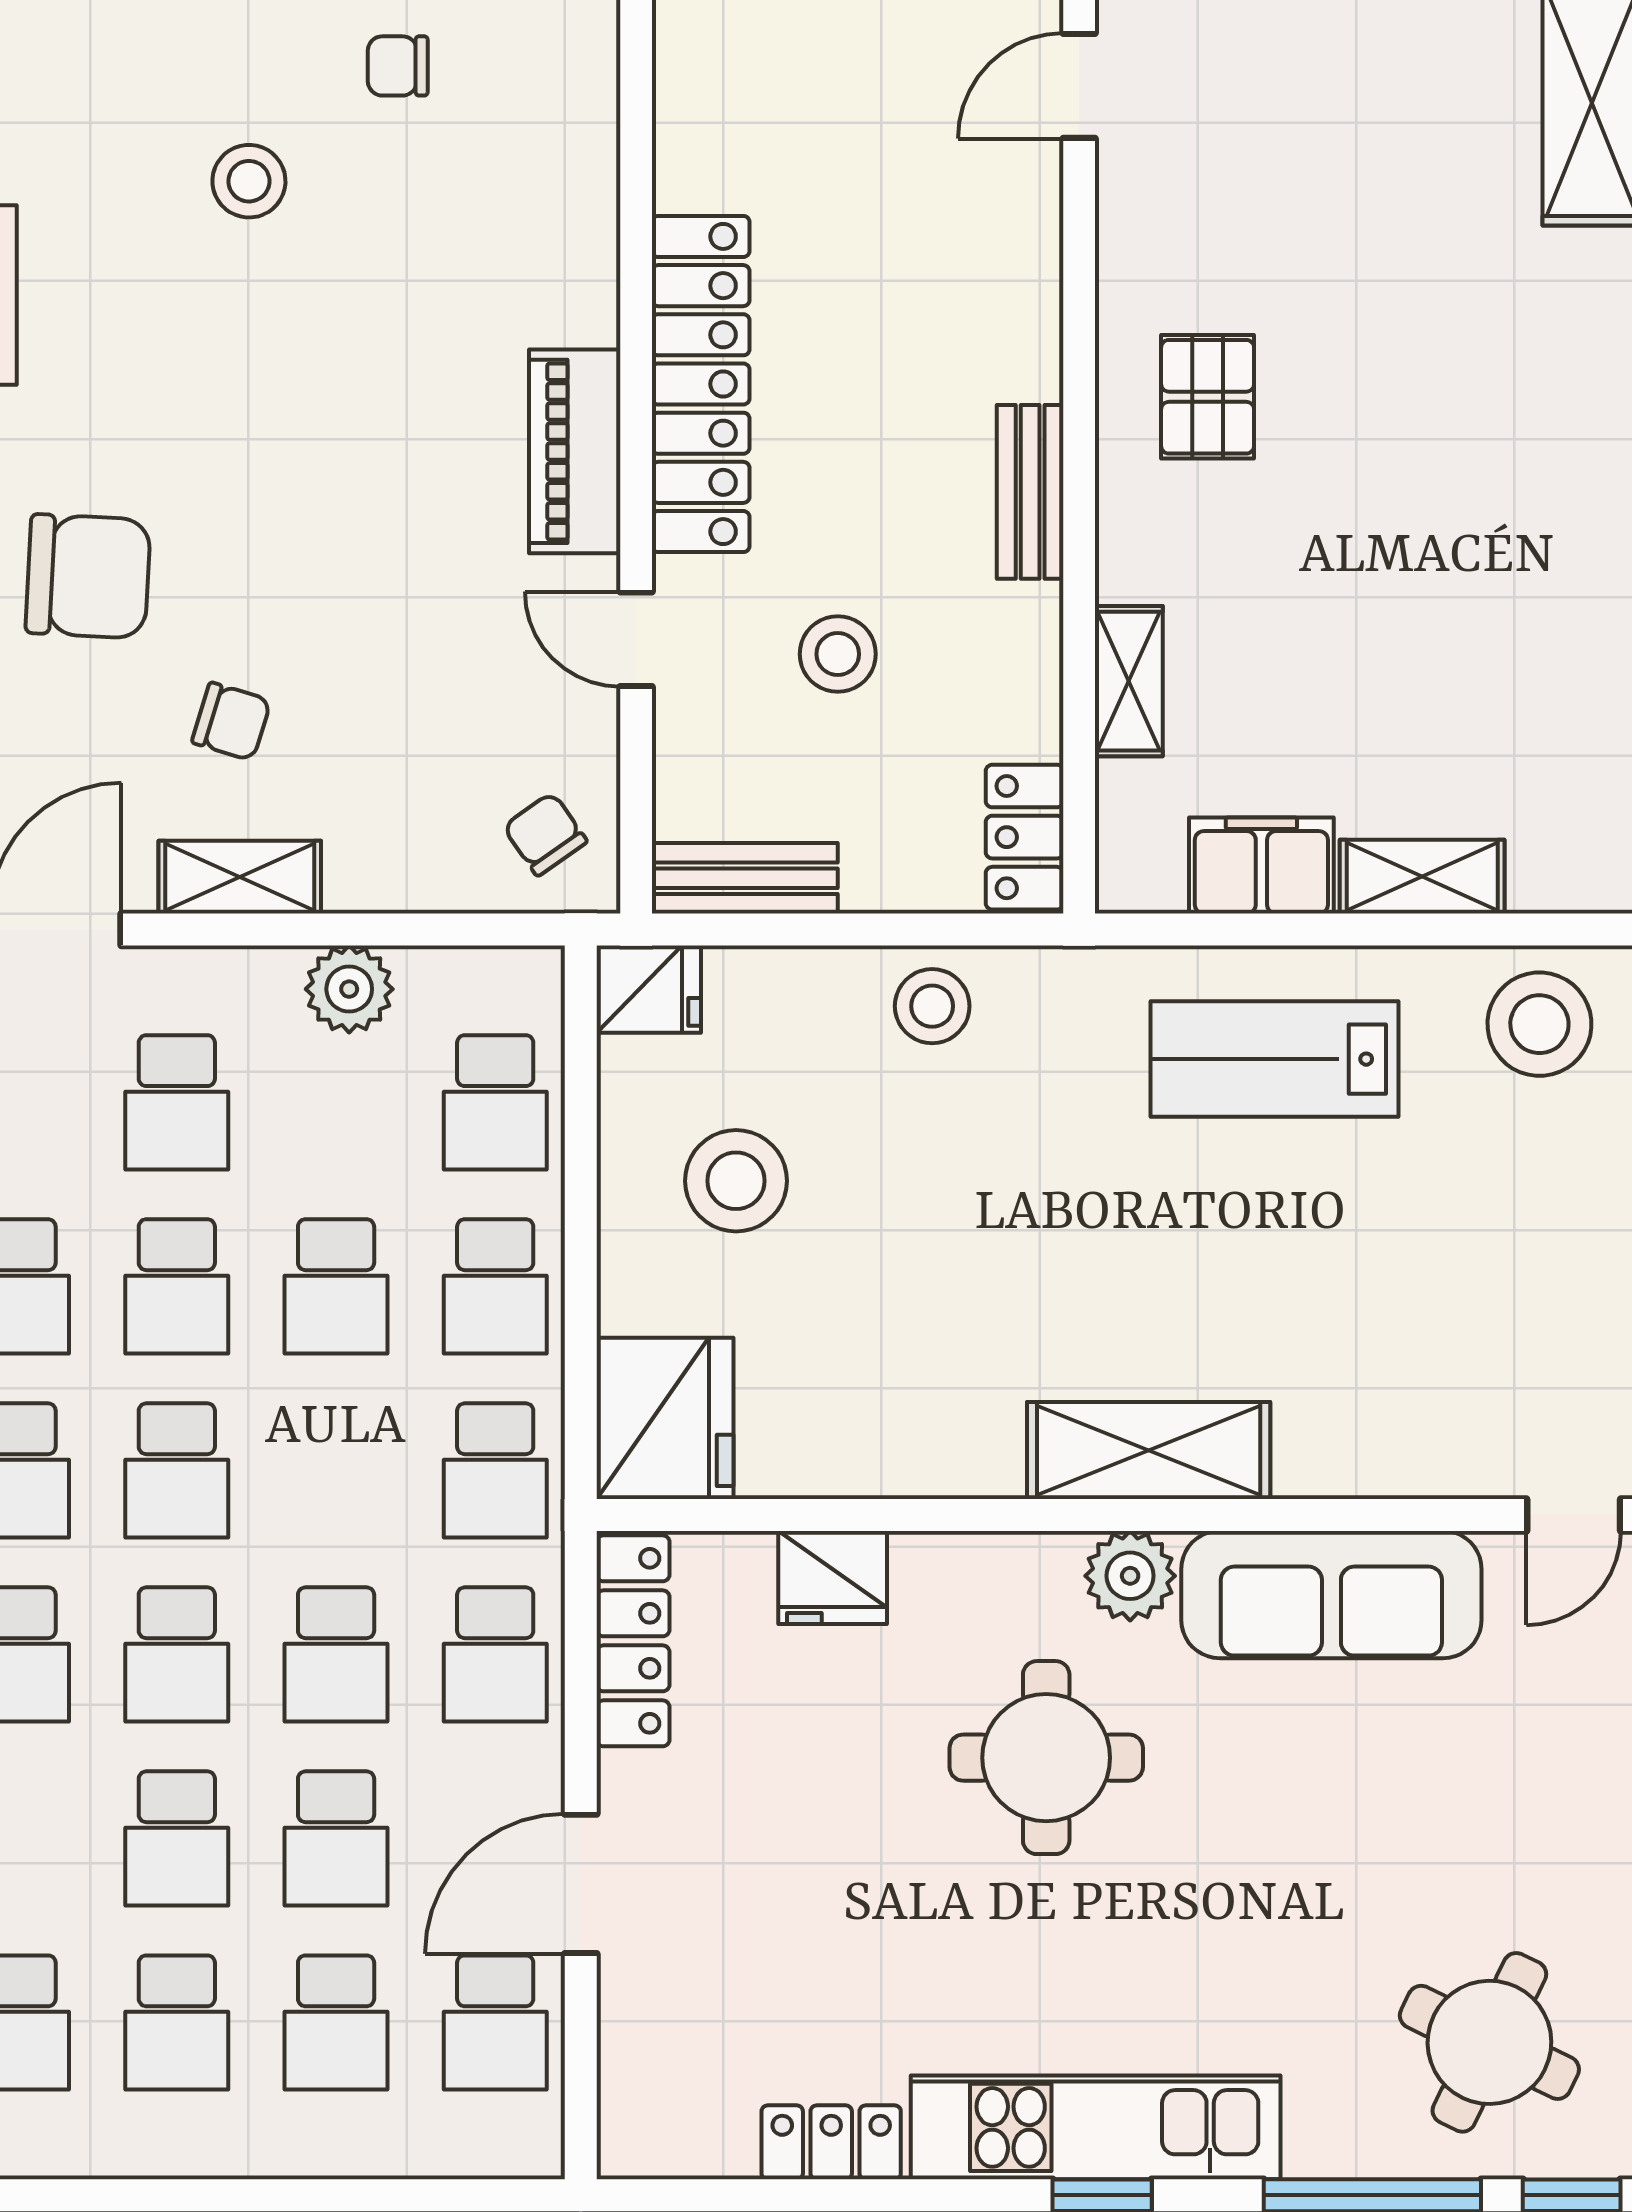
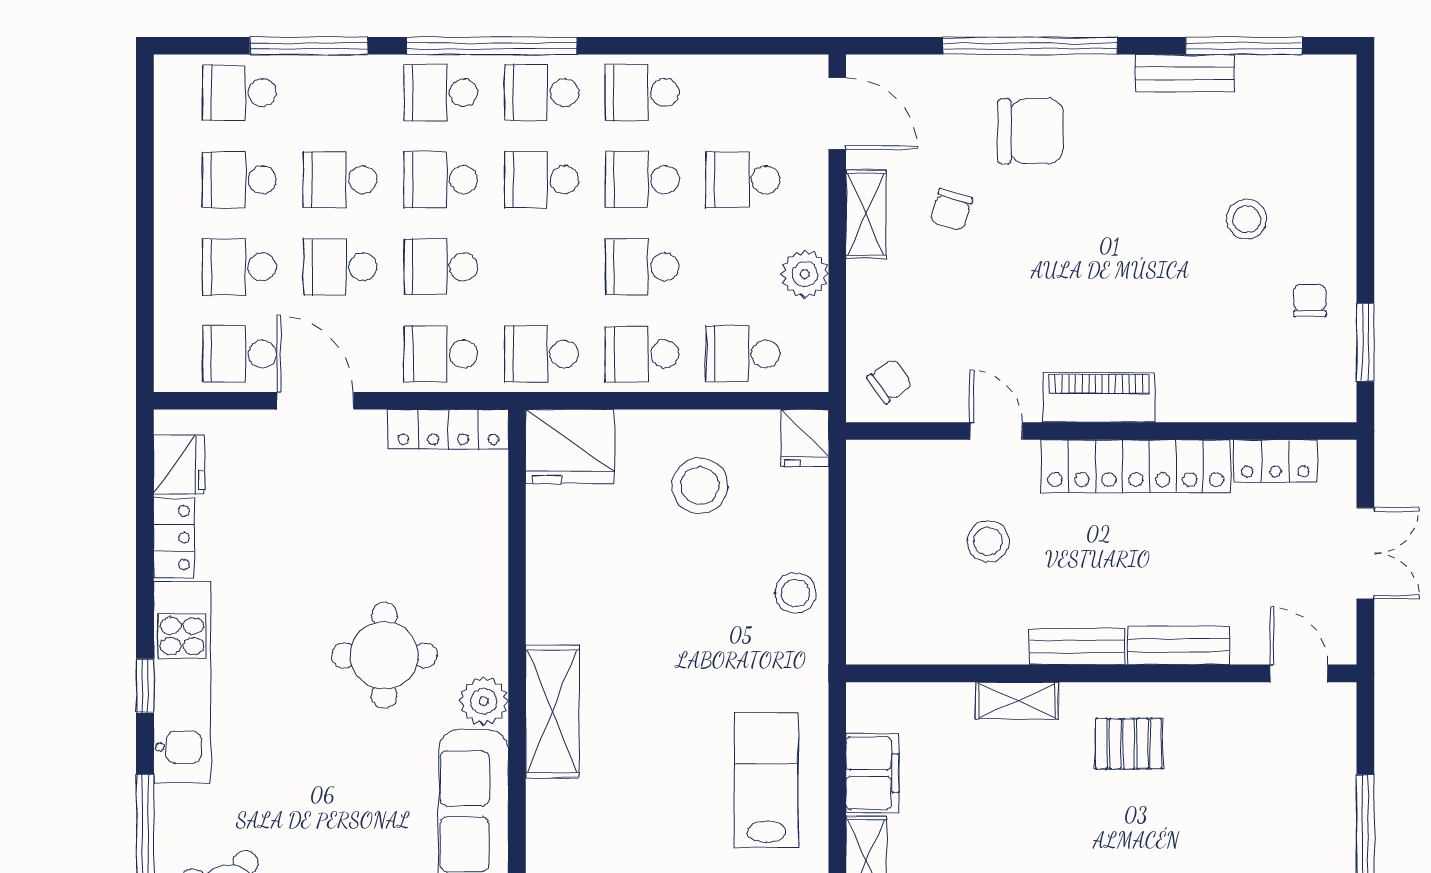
chair: (88, 576) -> (1031, 131), turned -93
door: (636, 639) -> (996, 431), hinge flipped
shelving: (1129, 681) -> (1017, 701), moved
locker: (1025, 837) -> (1275, 461), moved, turned 180
bench: (745, 878) -> (1179, 645), moved, turned 90
fridge: (833, 1577) -> (179, 464), moved, turned 180

